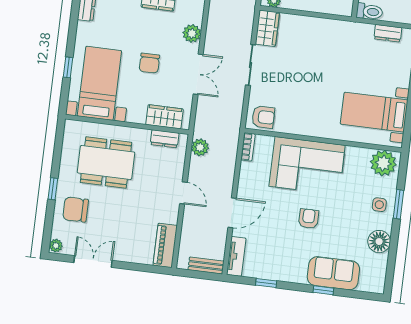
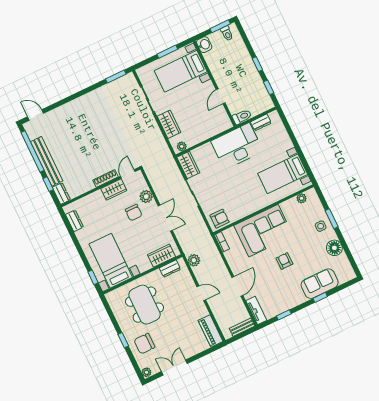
desk: (340, 43) -> (237, 146), added
chair: (149, 63) -> (134, 213), moved
window: (68, 67) -> (93, 277), moved
dining table: (106, 162) -> (144, 305), turned 90
plant: (383, 163) -> (302, 198), width x0.53, depth x0.53

